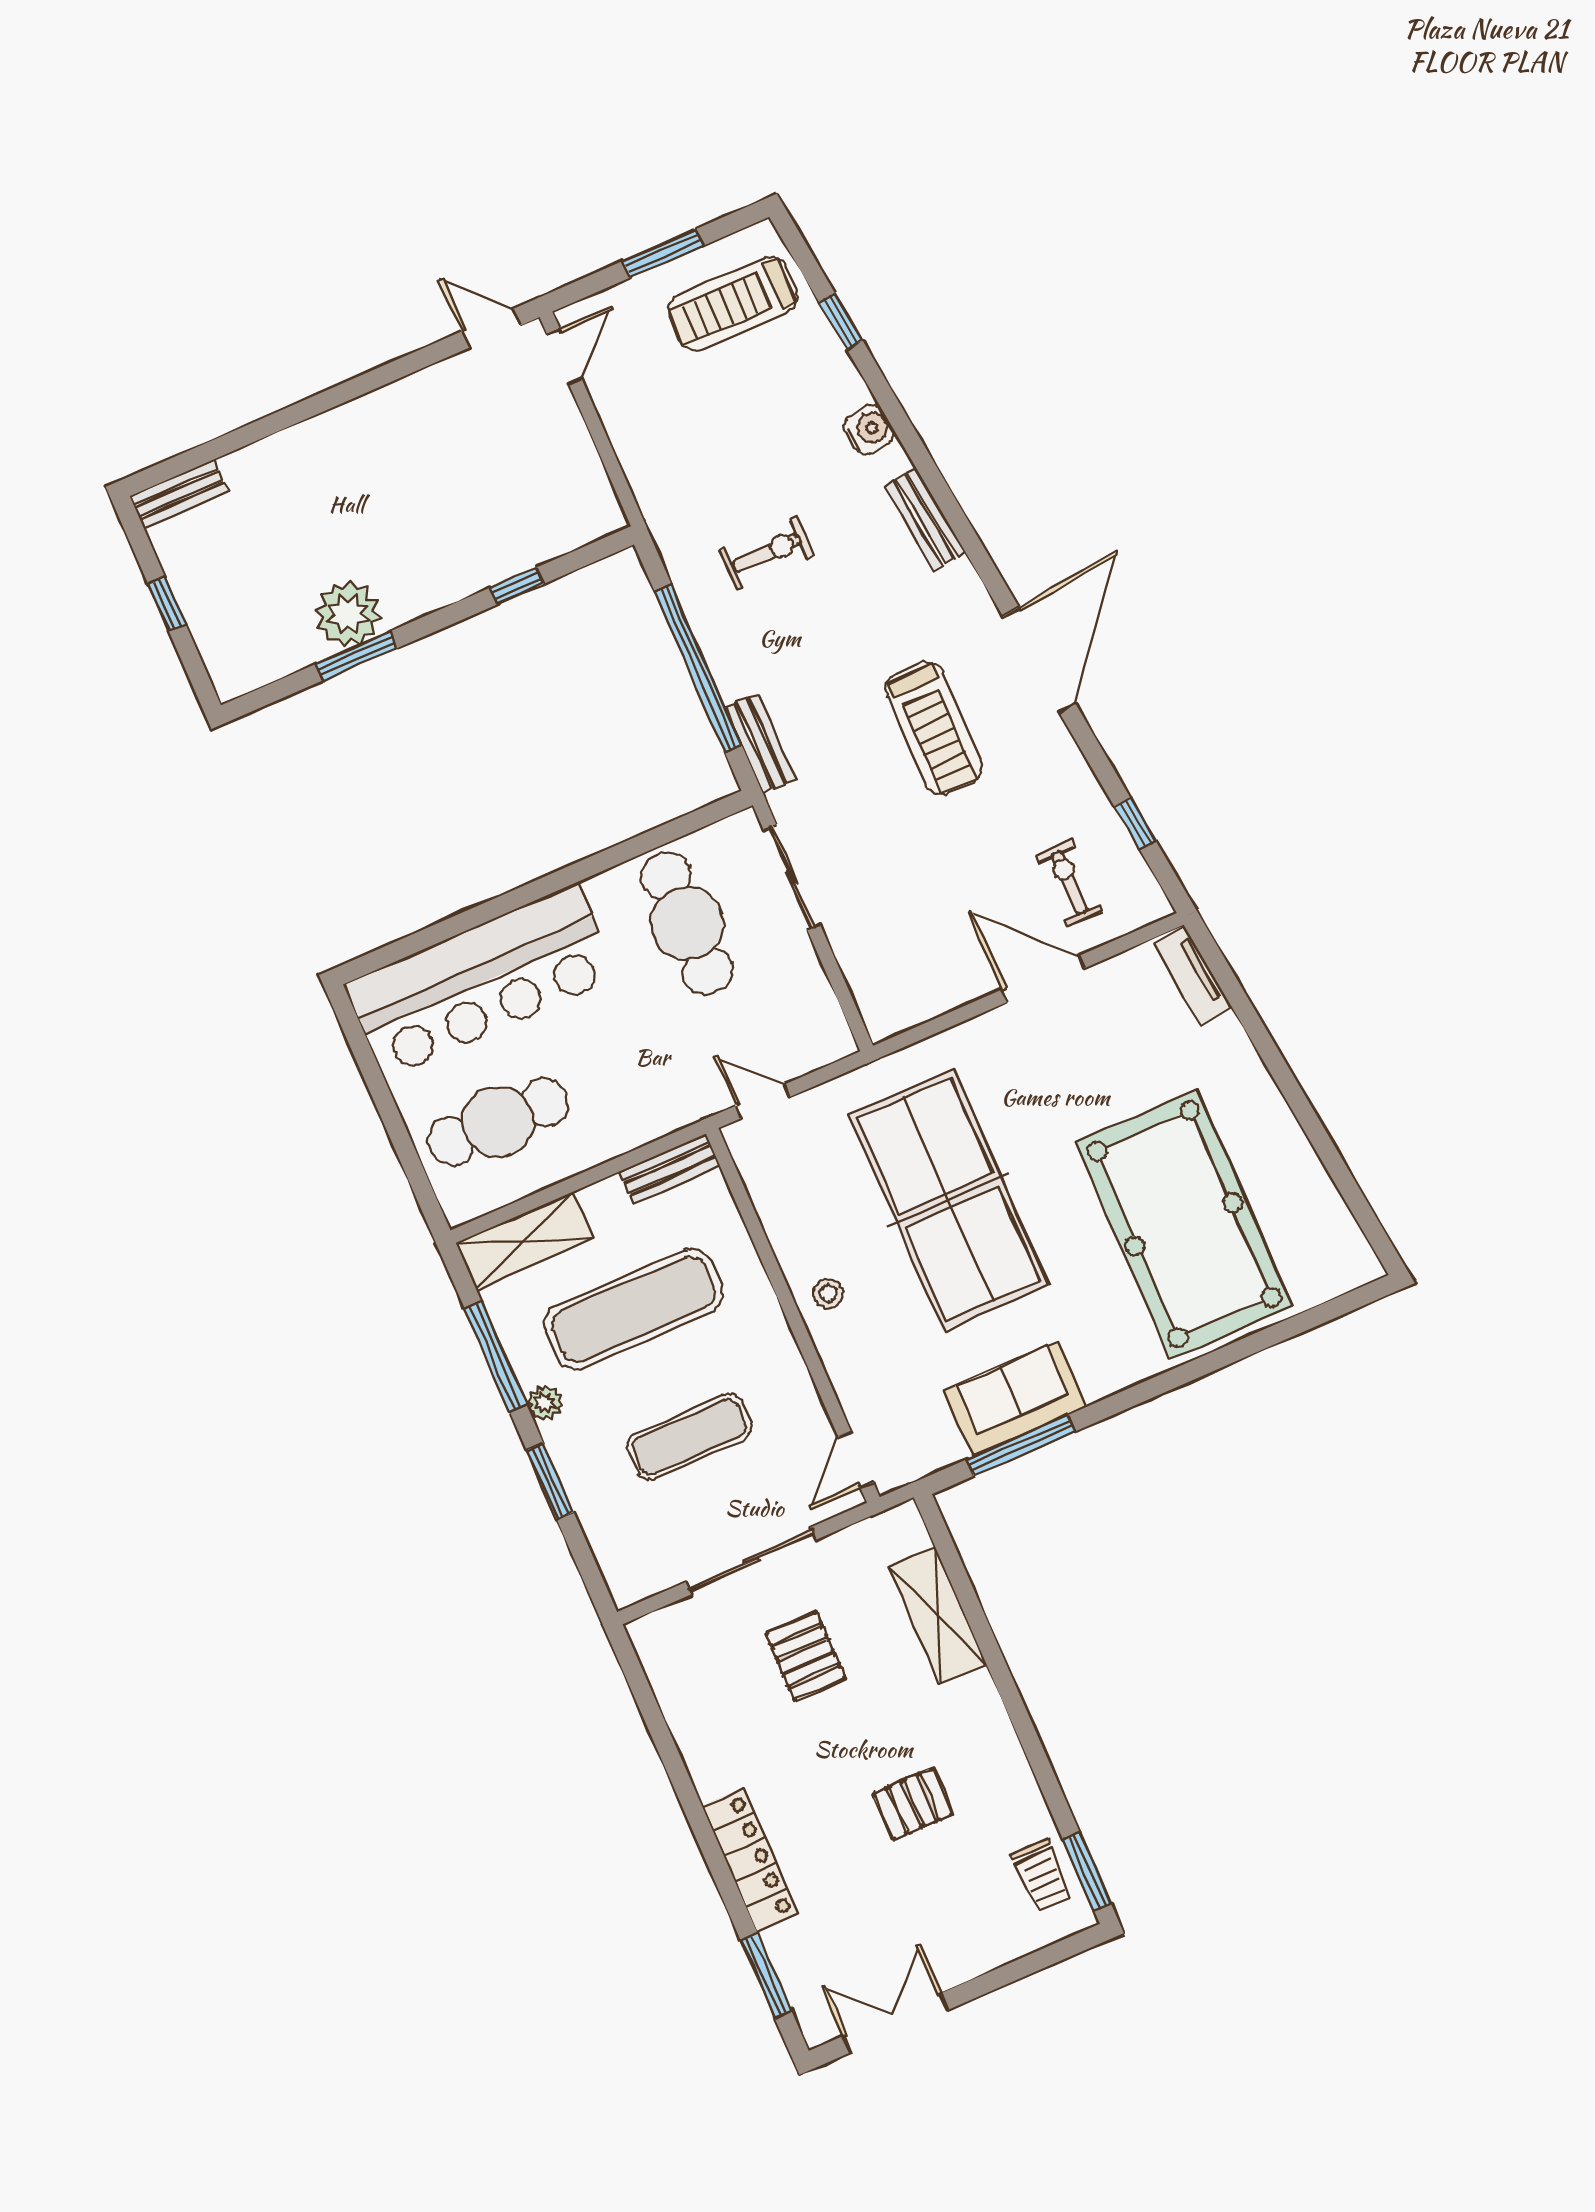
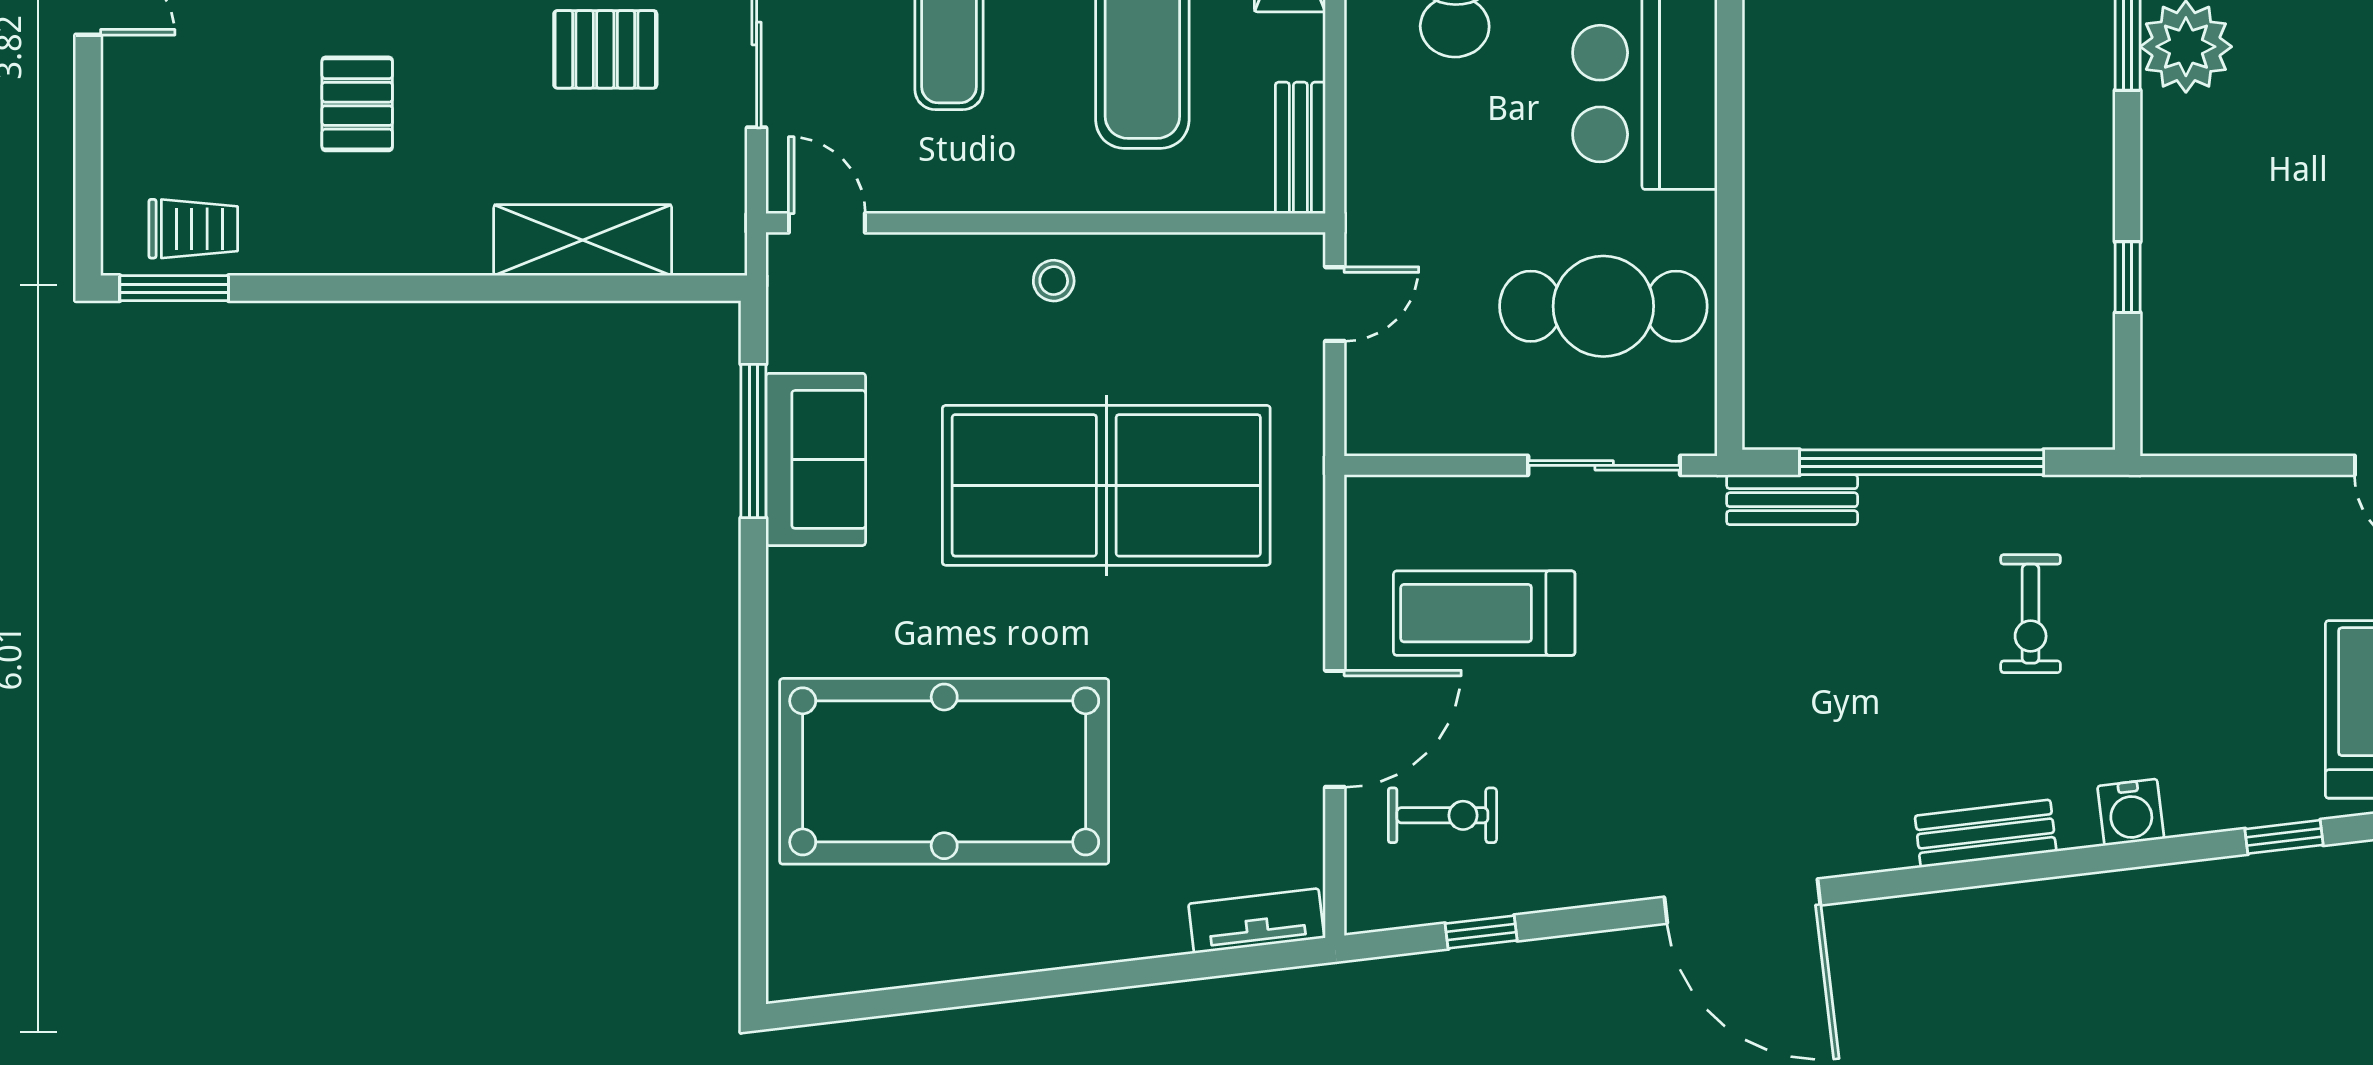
treadmill: (934, 728) -> (1484, 613), moved
trolley: (1042, 1876) -> (193, 229), turned 180

